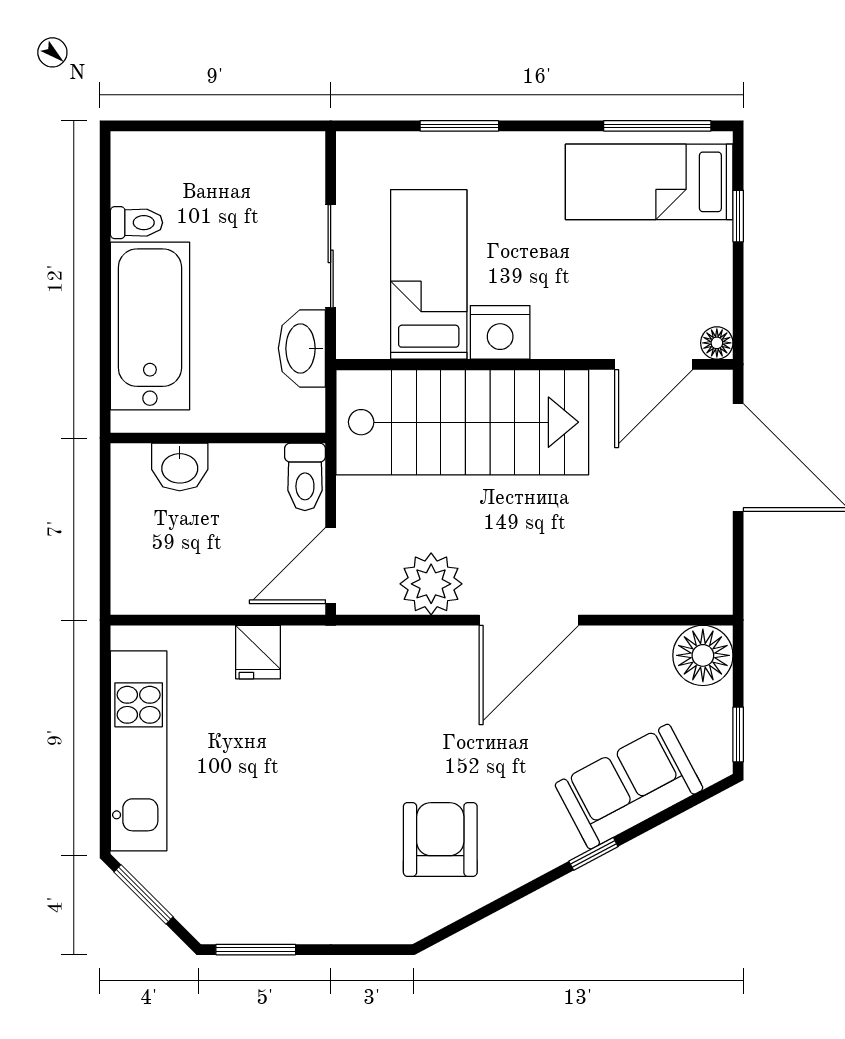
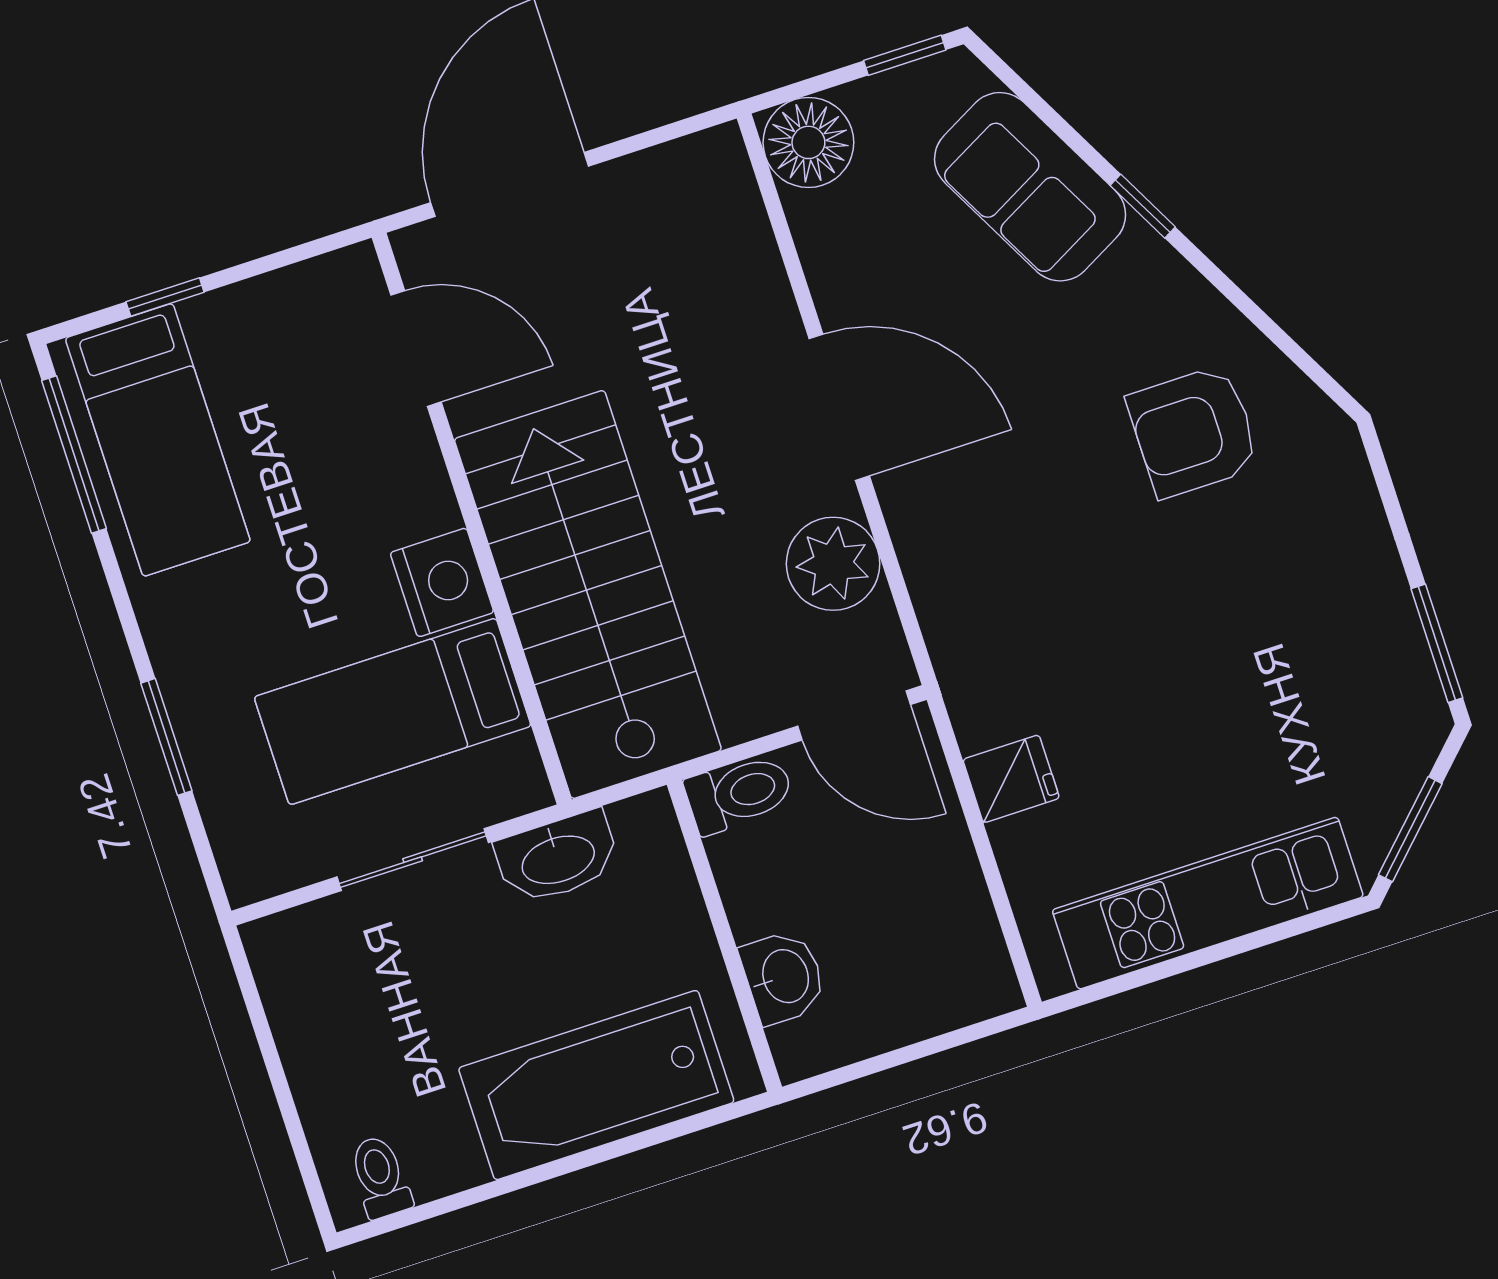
toilet: (136, 223) -> (380, 1177), moved
floor lamp: (717, 343) -> (356, 268), removed

